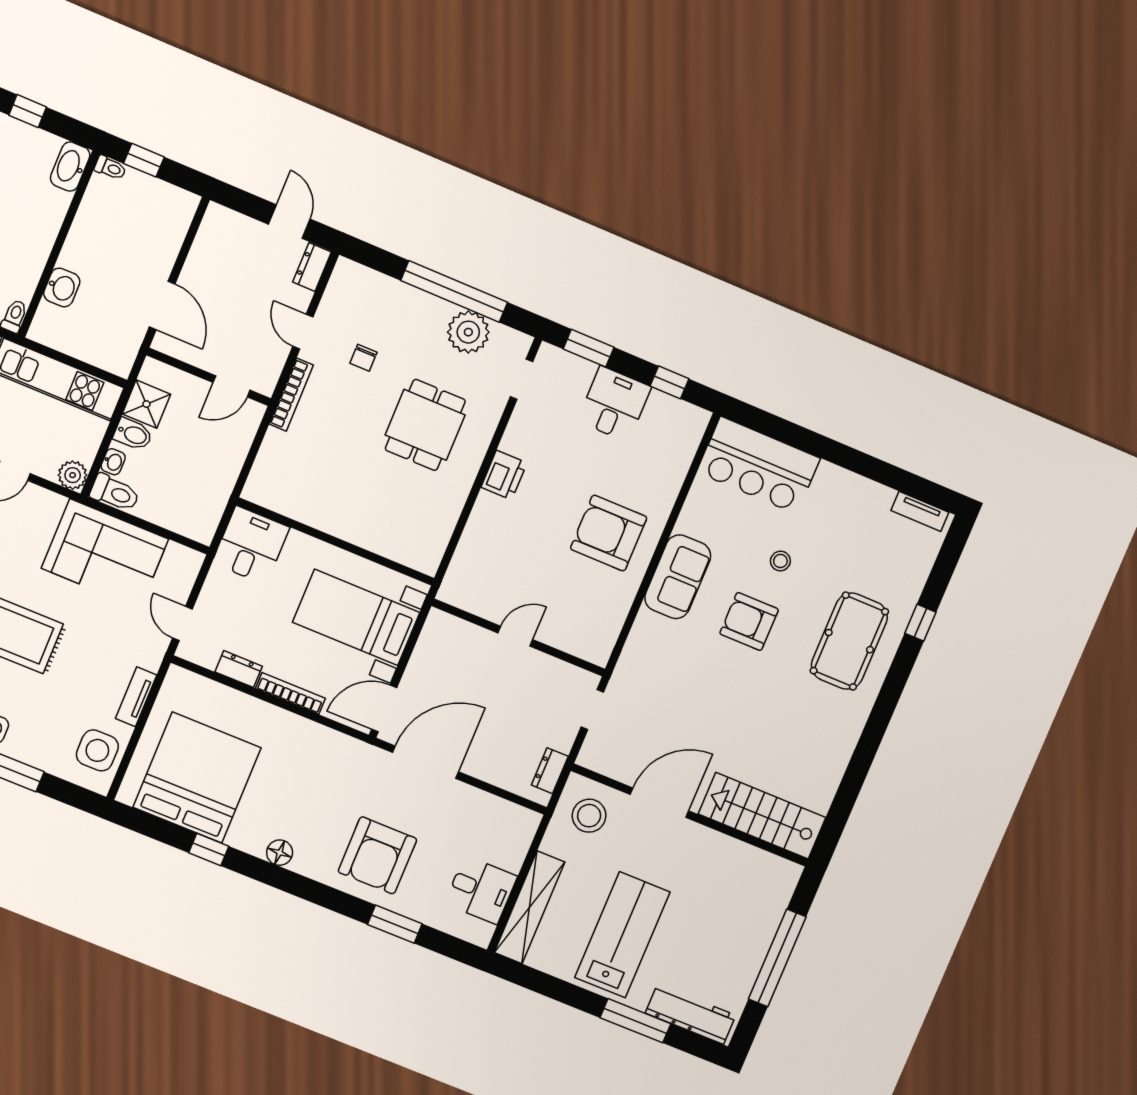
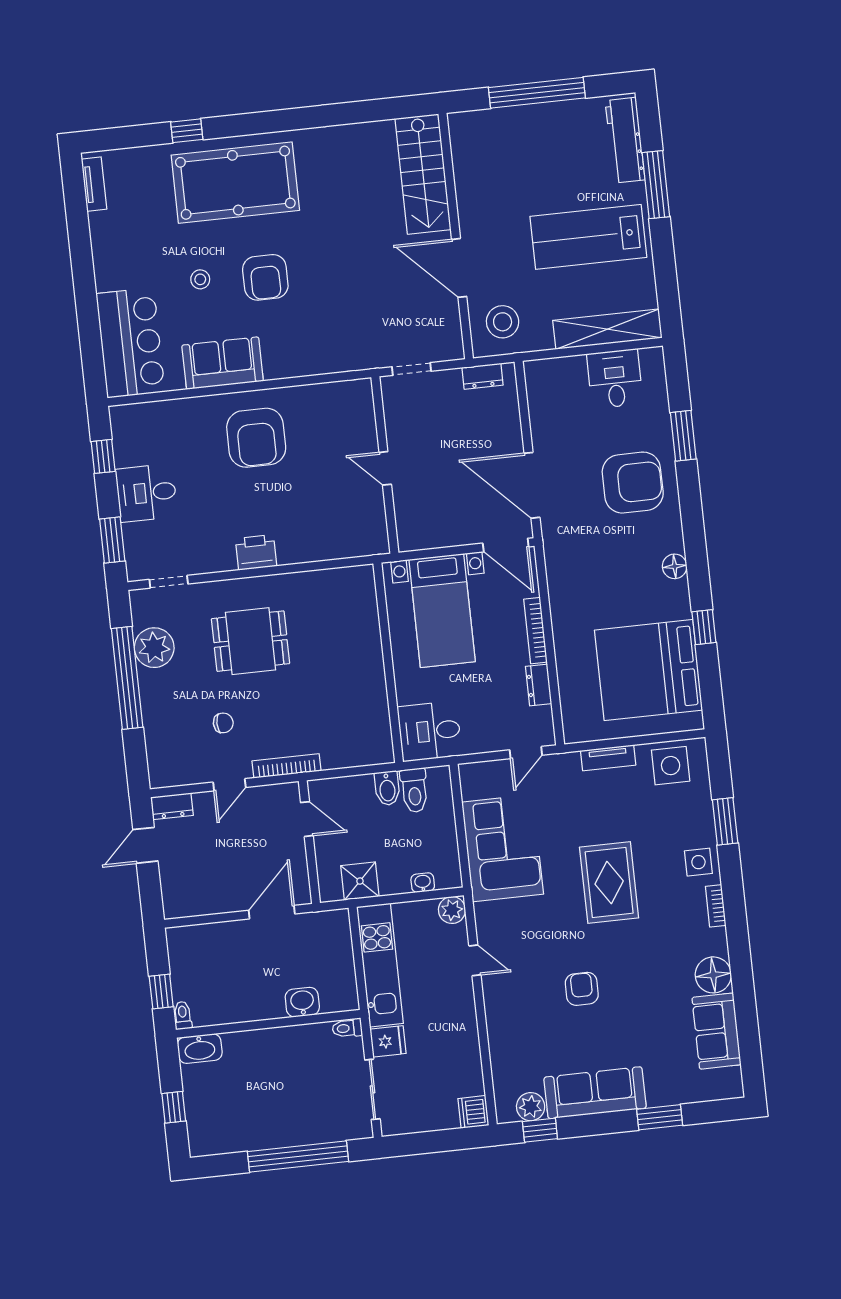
bidet: (133, 434) -> (387, 788), moved, turned 180
toilet: (115, 493) -> (414, 790), moved, turned 180
sofa: (678, 577) -> (223, 363), moved
pool table: (849, 641) -> (235, 183), width x1.36, depth x1.32

